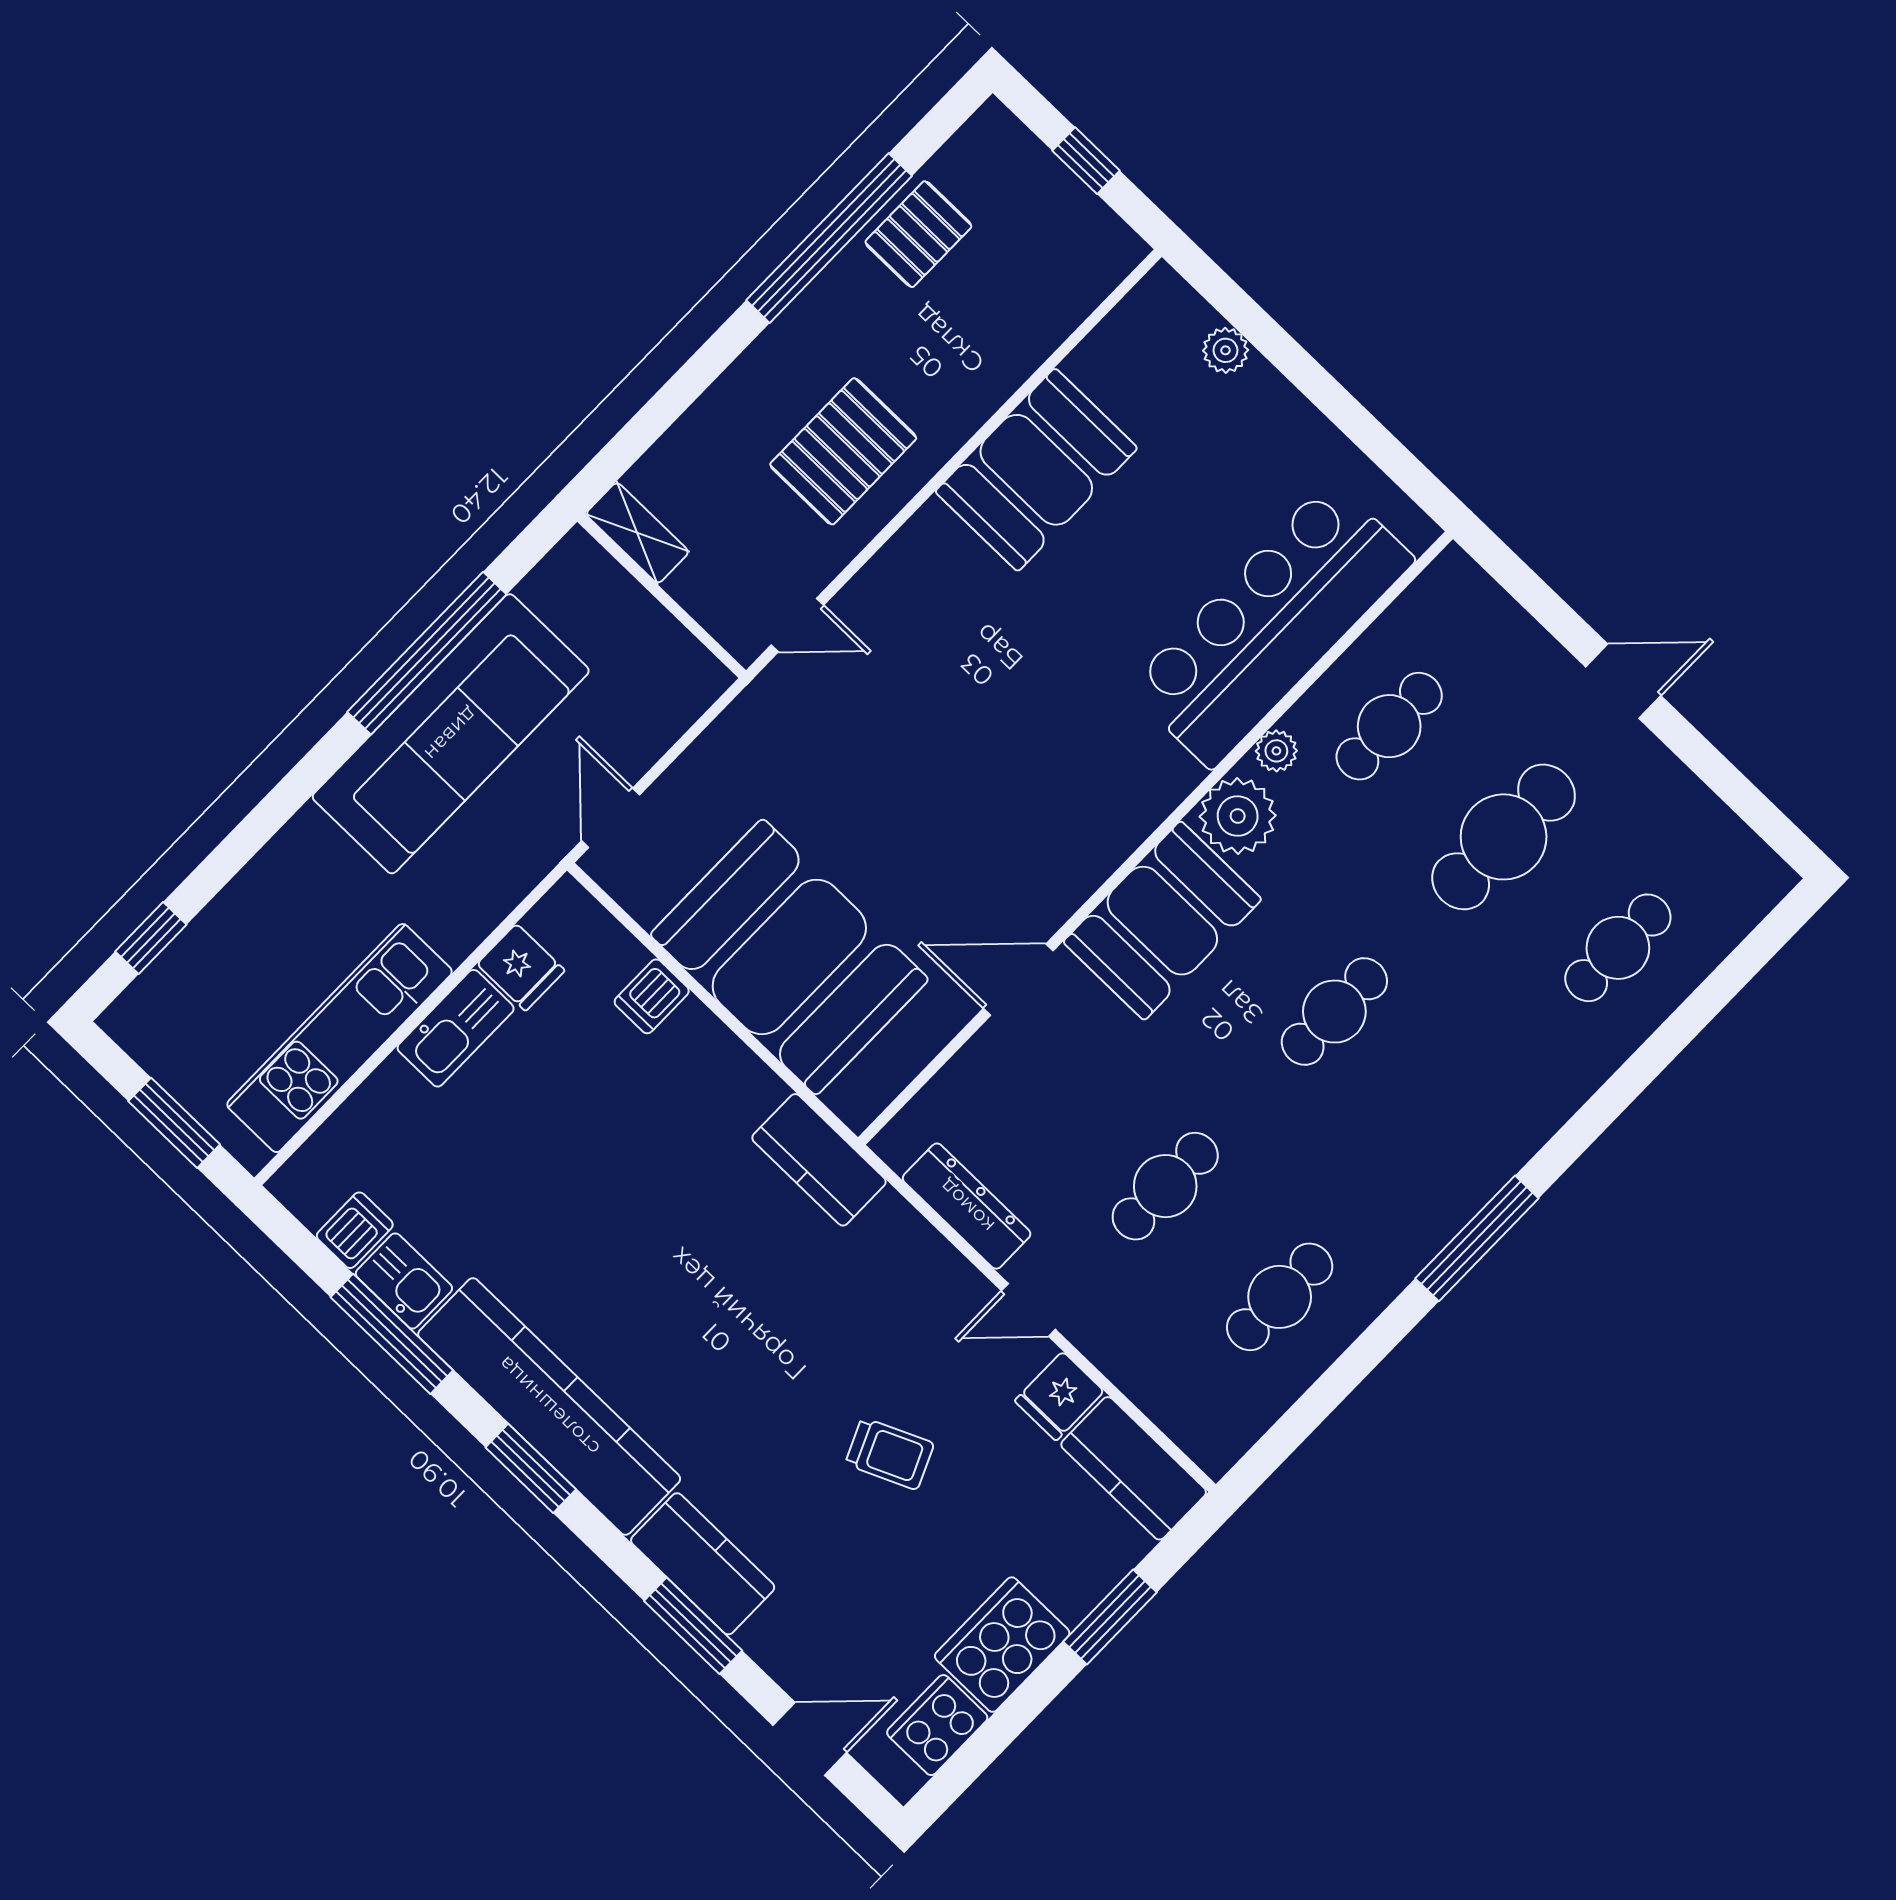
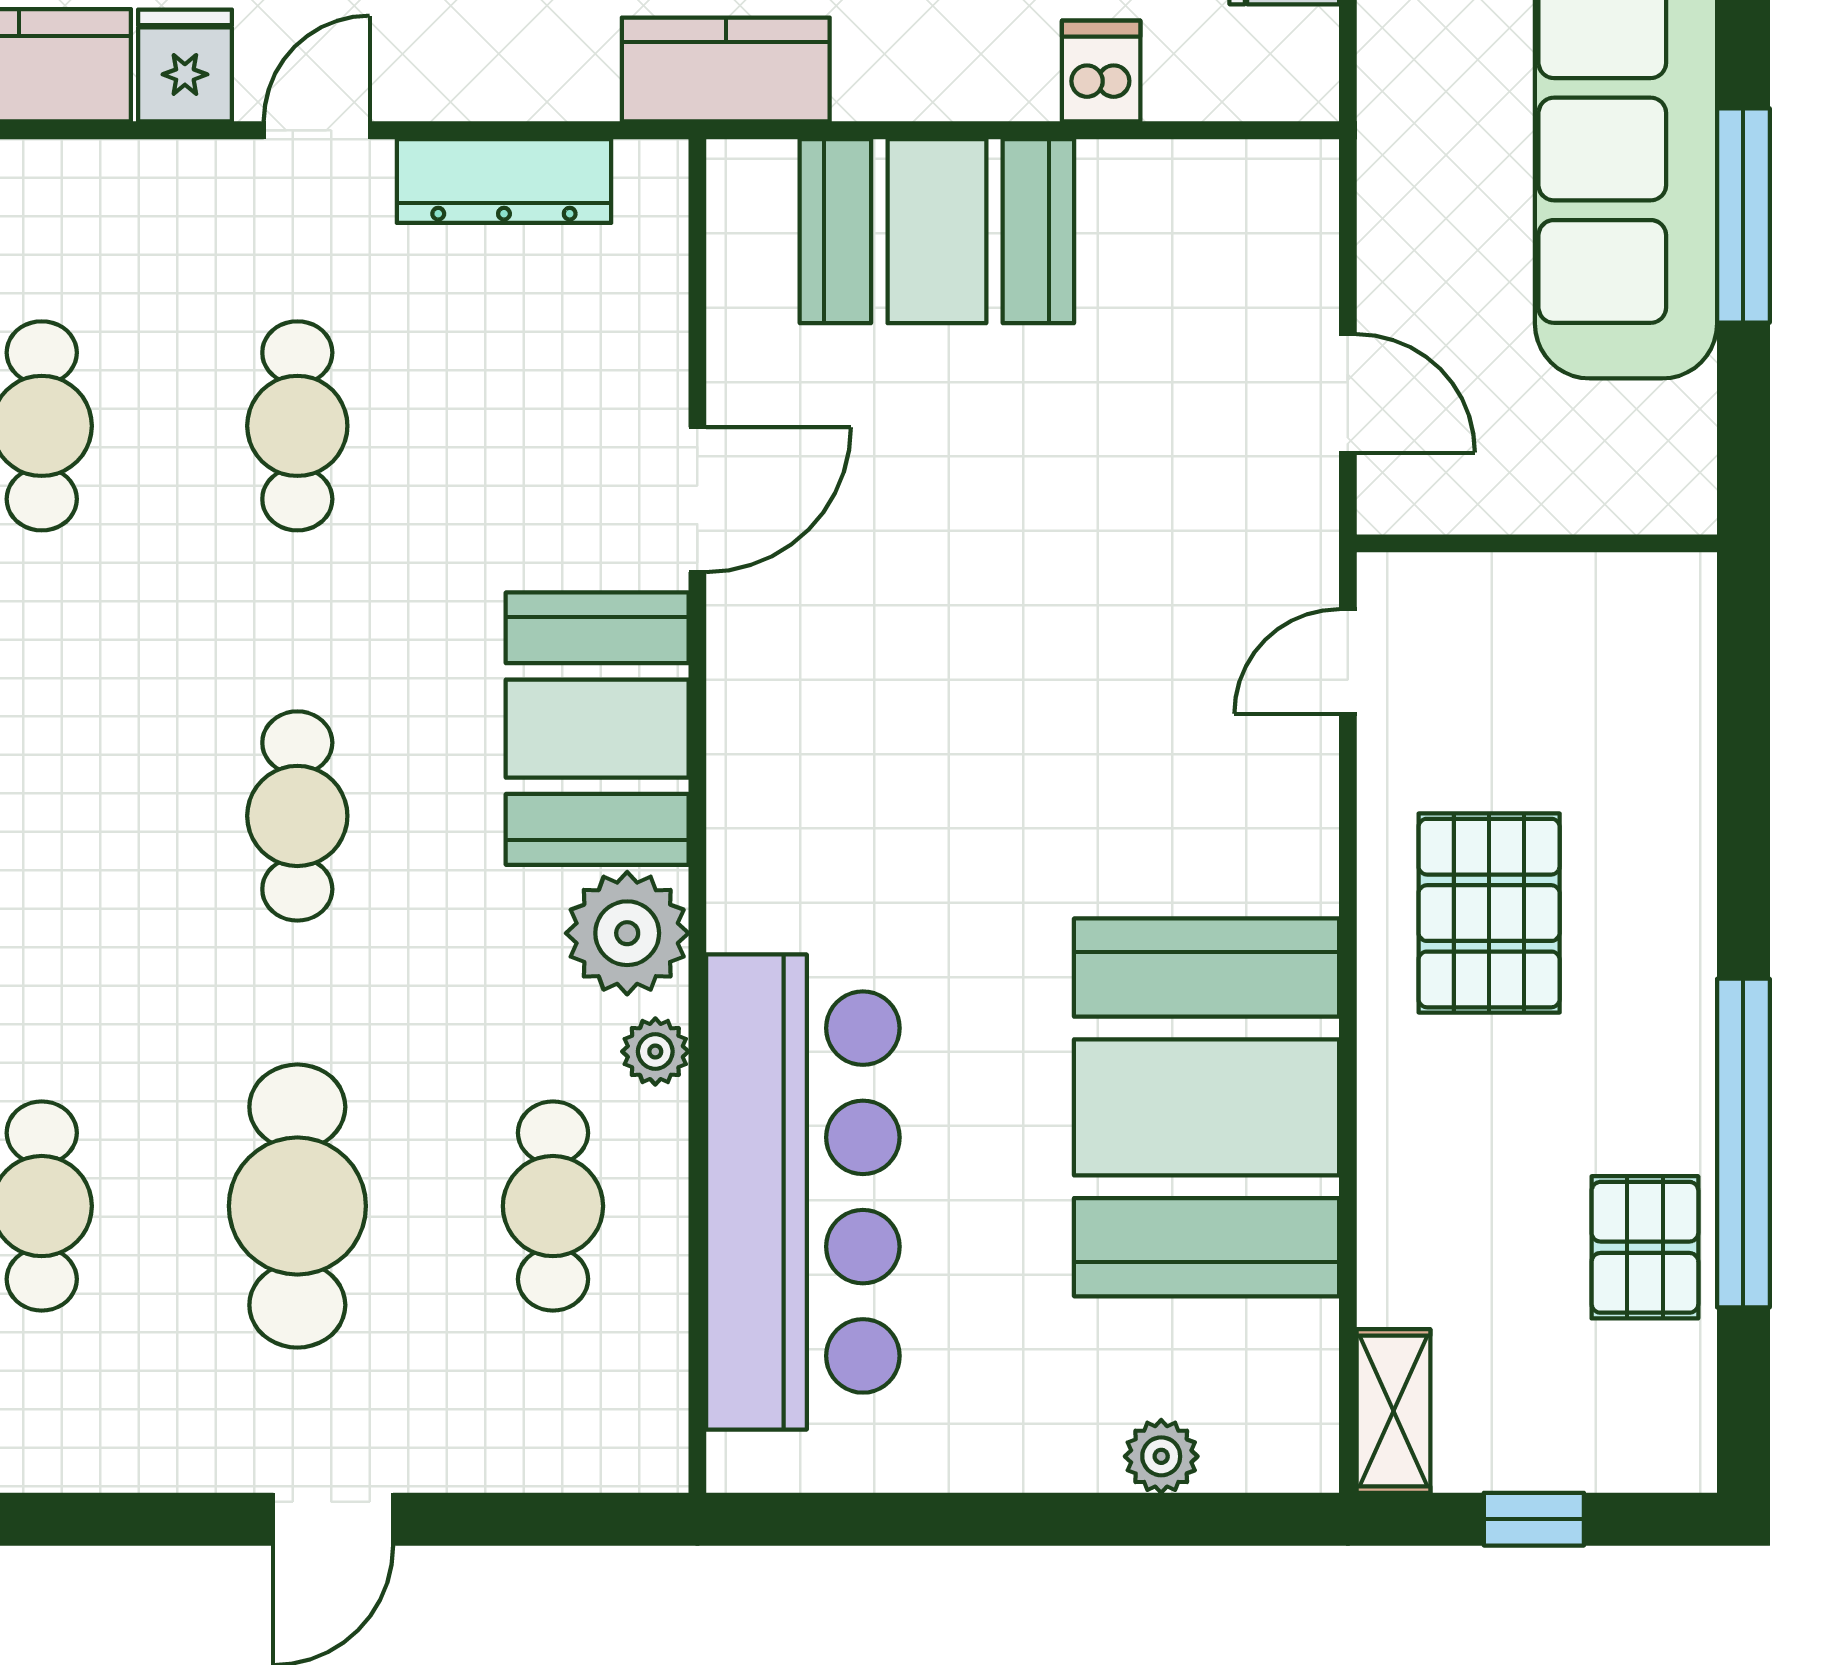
booth: (1036, 470) -> (1207, 1107), width x1.36, depth x1.42
shelving: (637, 533) -> (1393, 1411), moved, turned 90
window: (427, 653) -> (1743, 215), width x0.68
door: (611, 818) -> (1348, 393), moved
booth: (789, 957) -> (937, 231), width x0.73, depth x0.70

